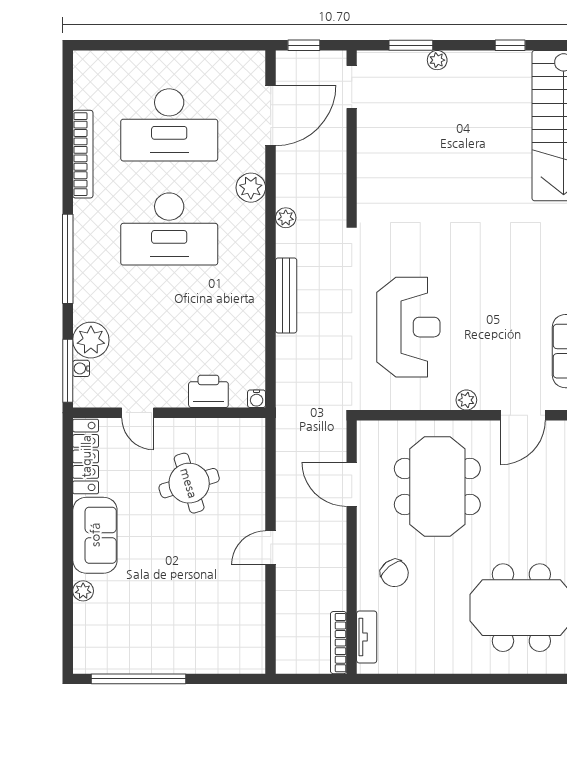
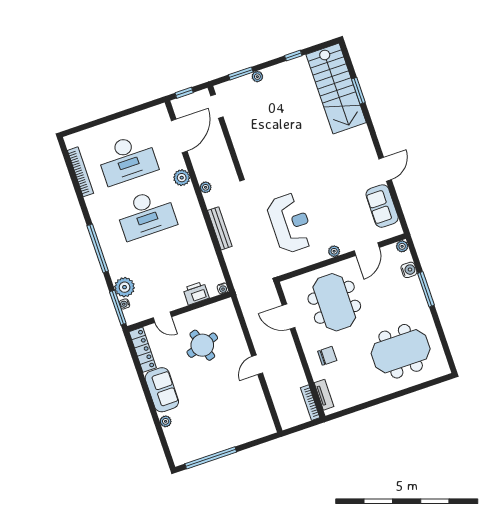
bookcase: (83, 154) -> (80, 172), moved
chair: (394, 573) -> (327, 356), turned -52

